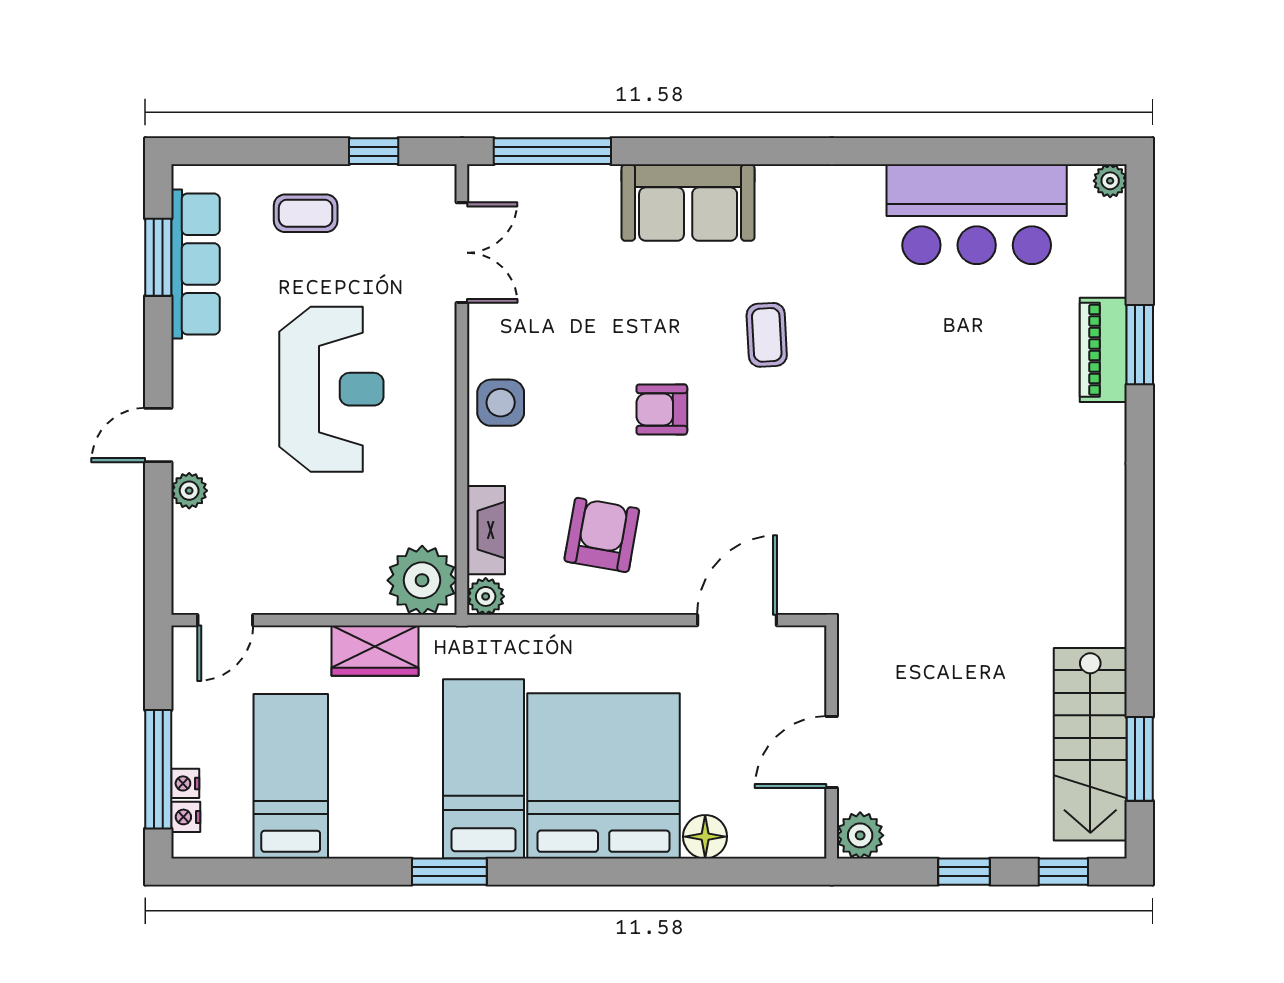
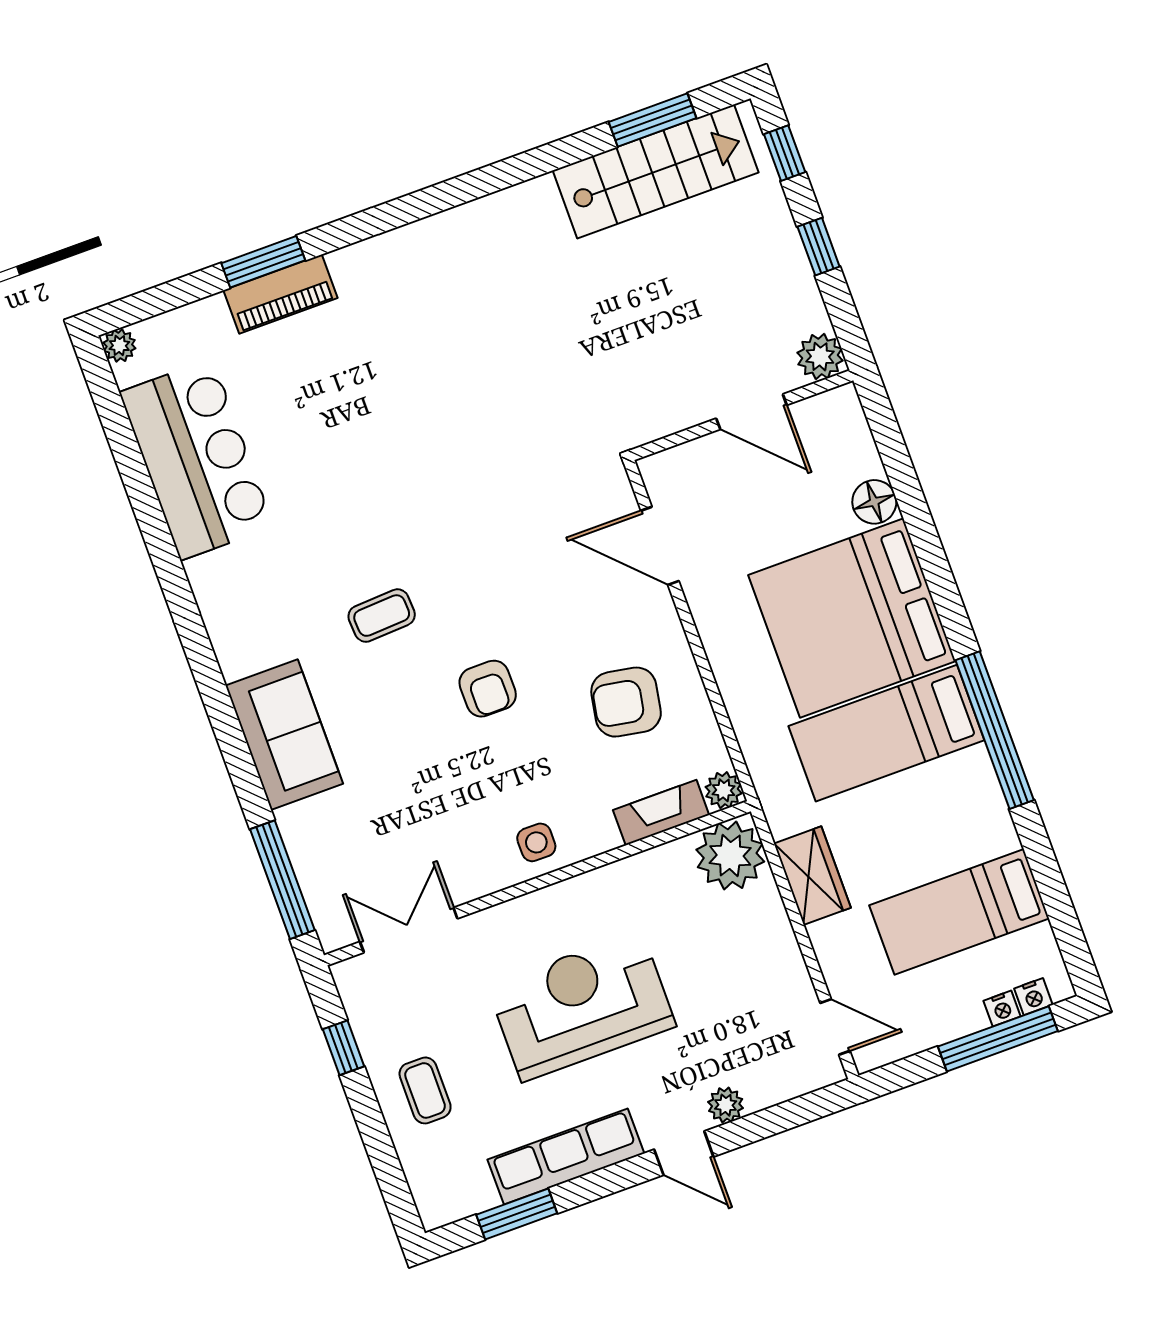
row of seats: (195, 264) -> (566, 1156), moved
side table: (501, 403) -> (536, 842), width x0.73, depth x0.73
window: (449, 872) -> (995, 730), width x2.11

